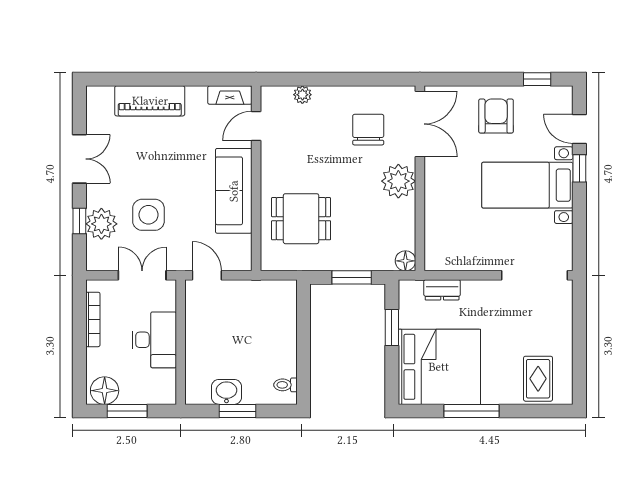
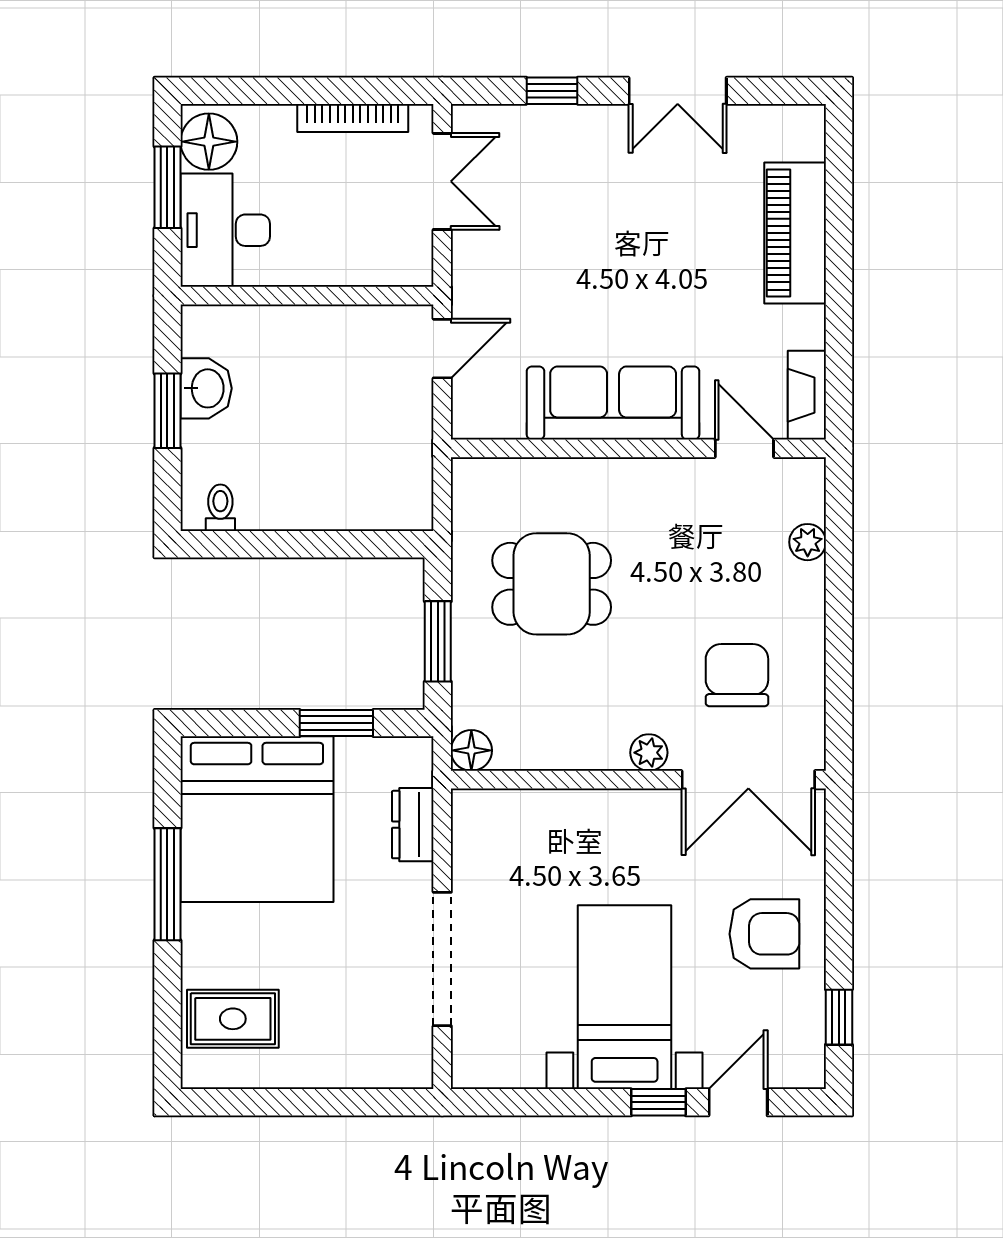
chair: (368, 130) -> (737, 675), turned -90
plant: (398, 181) -> (649, 753), width x0.53, depth x0.53
side table: (148, 215) -> (565, 231), removed
dining table: (301, 219) -> (552, 584), moved, turned 90
plant: (101, 224) -> (546, 135), removed
double door: (142, 275) -> (442, 181), moved
doorway: (535, 275) -> (442, 959), moved
desk: (154, 340) -> (225, 230), moved, turned 90

